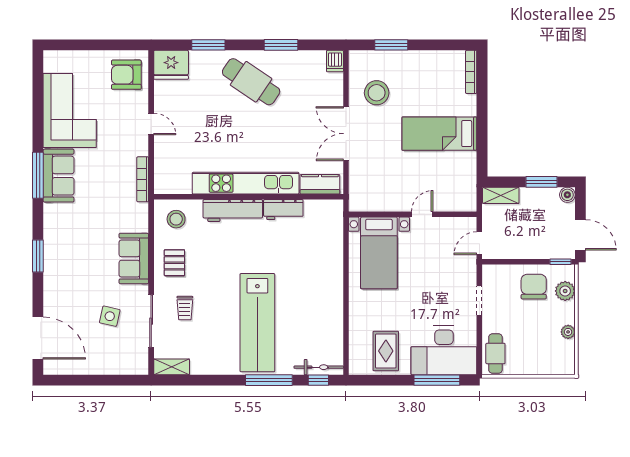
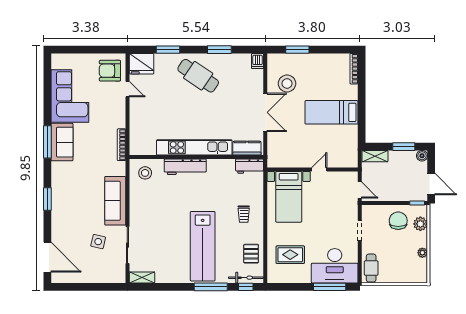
door: (151, 124) -> (127, 89), moved
double door: (346, 134) -> (265, 112), swing flipped
workbench: (283, 210) -> (250, 166), moved
door: (479, 243) -> (360, 190), swing flipped
sofa: (134, 258) -> (115, 201), width x1.36
pallet: (174, 263) -> (251, 254), moved
trolley: (185, 308) -> (244, 214), moved
rug: (386, 351) -> (290, 255), moved, turned 90

